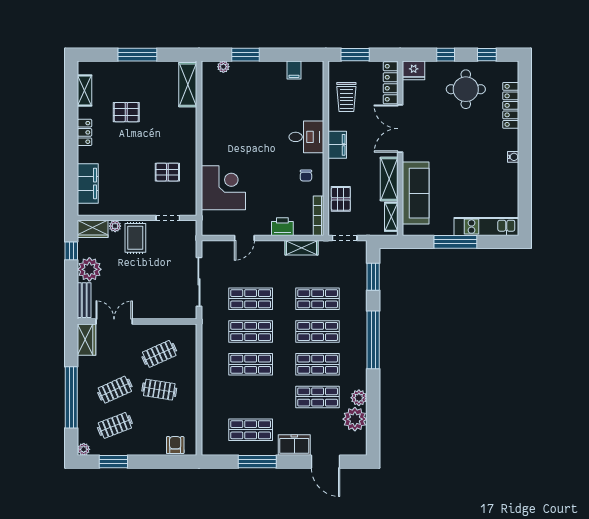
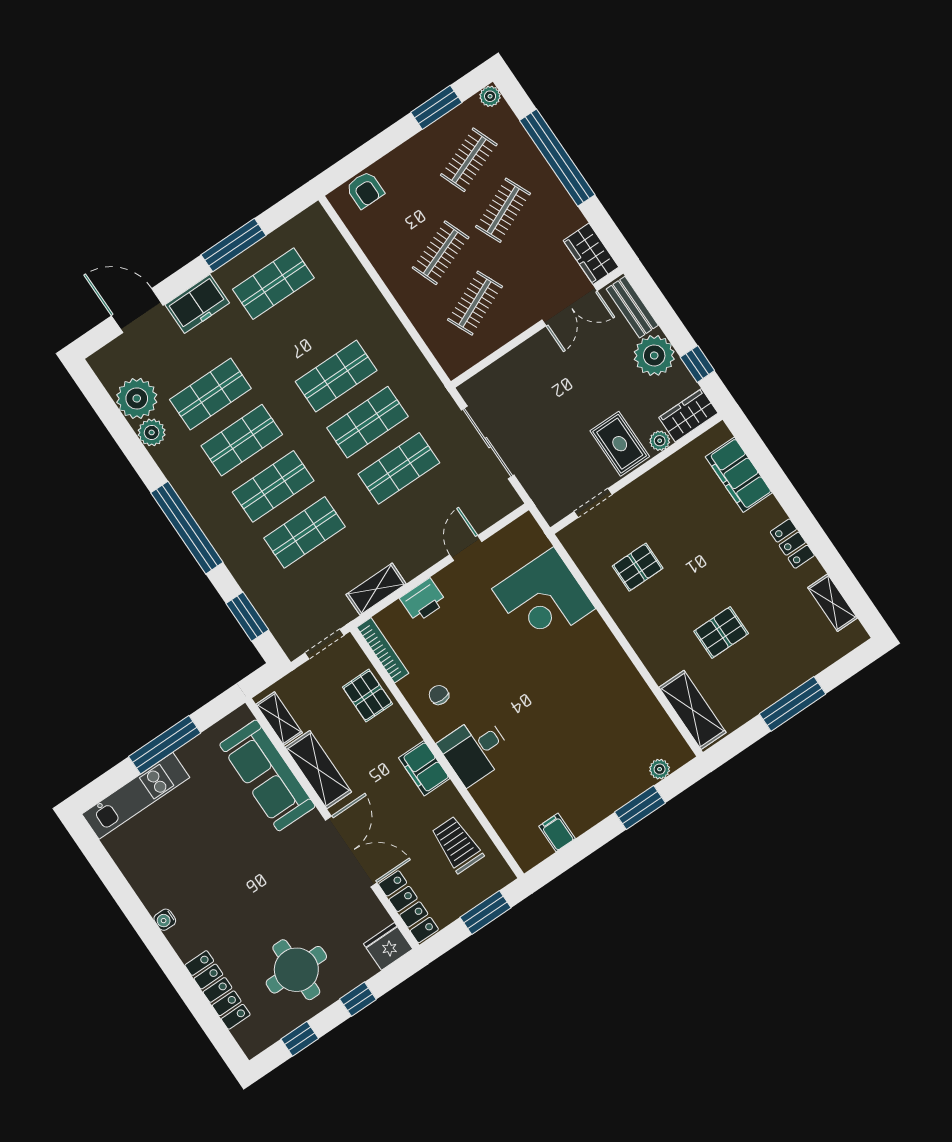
pallet: (126, 112) -> (721, 632), moved
clothes rail: (159, 390) -> (441, 253), turned -30

